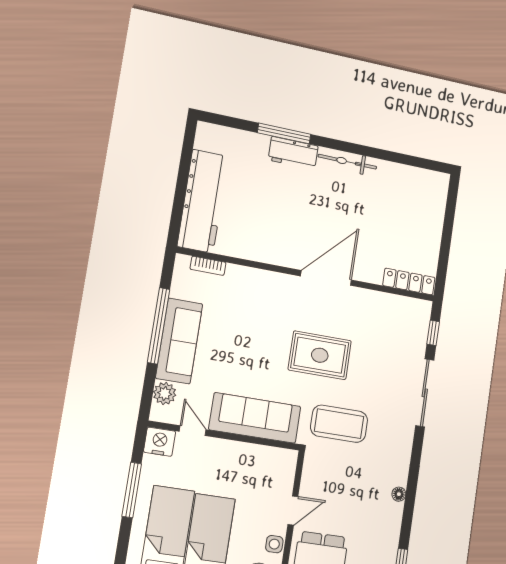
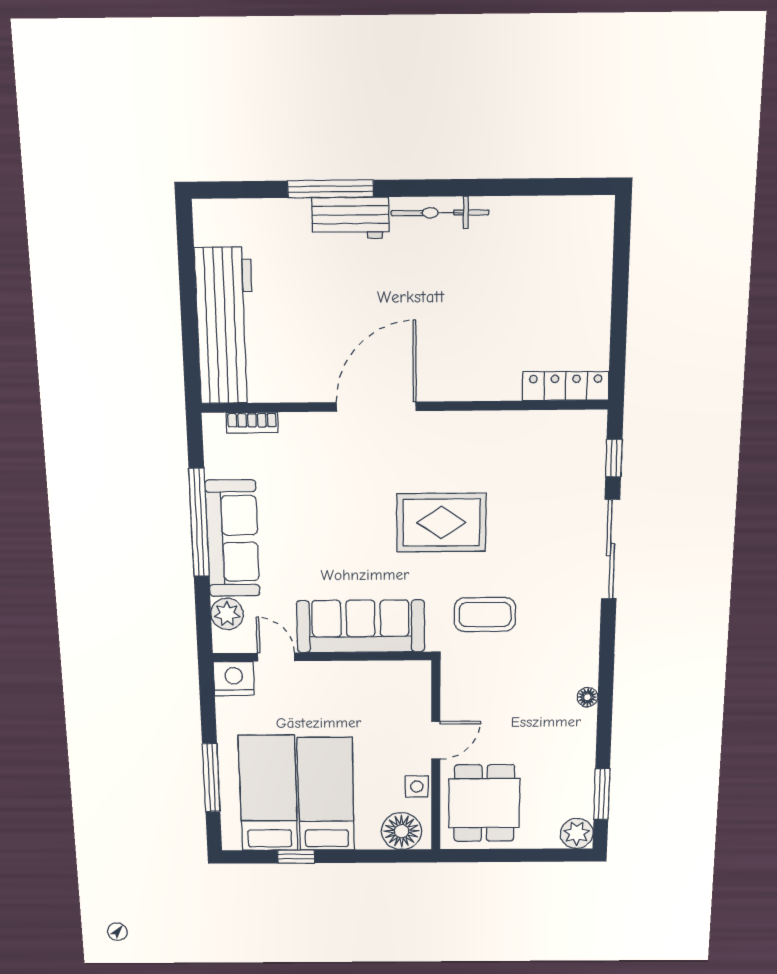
door: (326, 278) -> (376, 407), moved
coffee table: (339, 424) -> (485, 615), width x0.73, depth x0.76
window: (132, 490) -> (211, 778), moved

